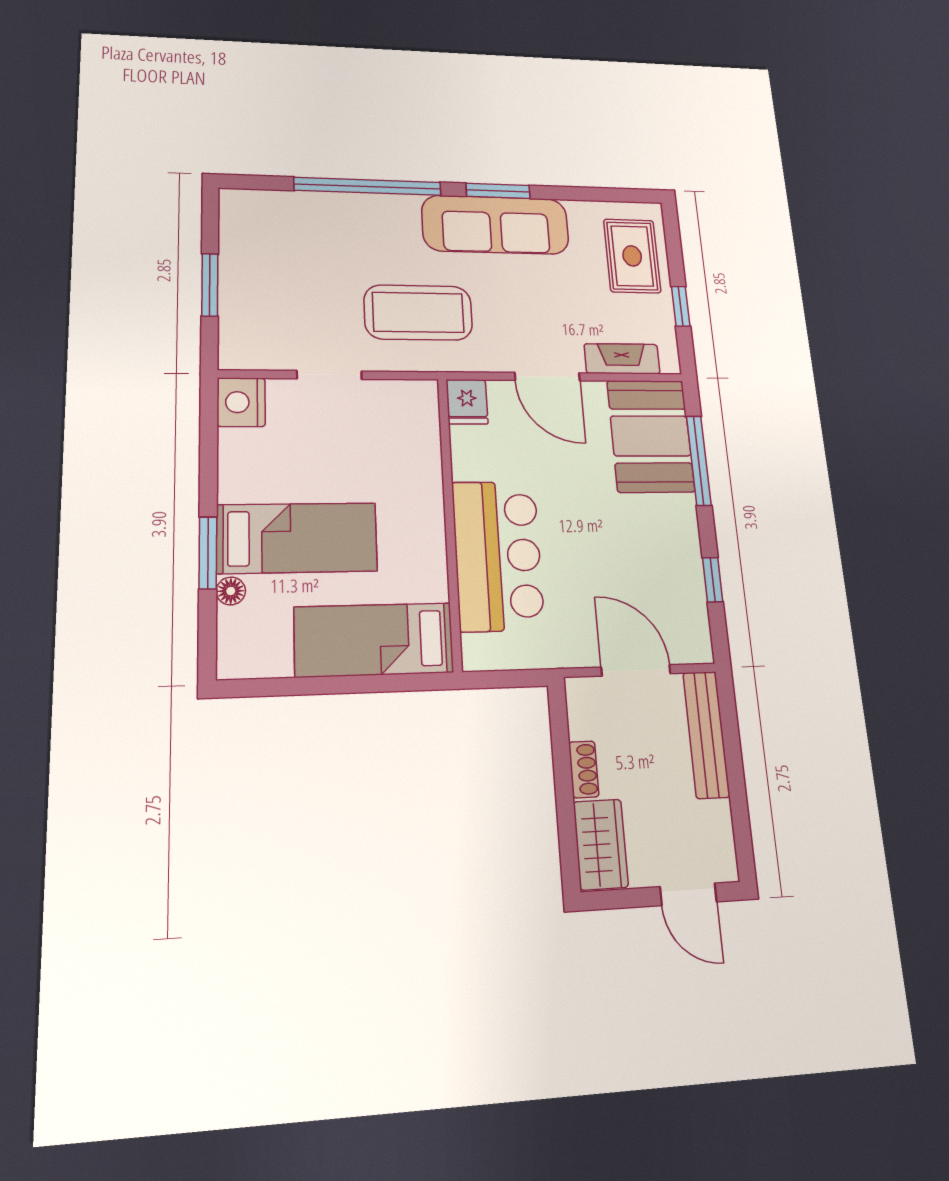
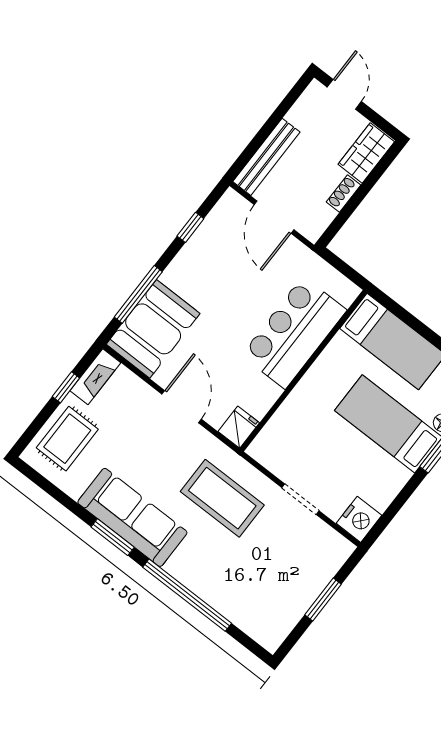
fireplace: (622, 359) -> (95, 377), moved, turned -90

